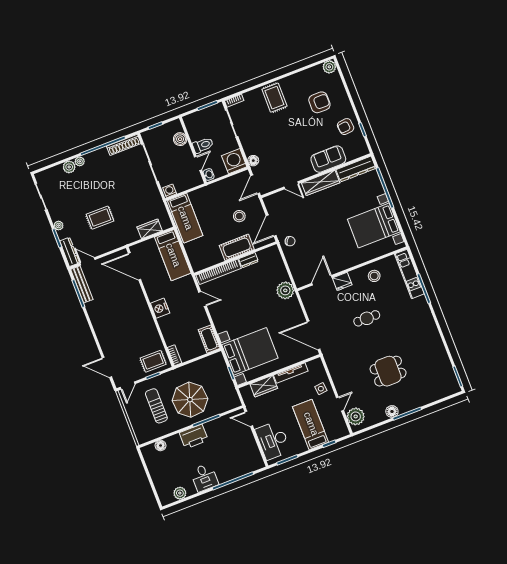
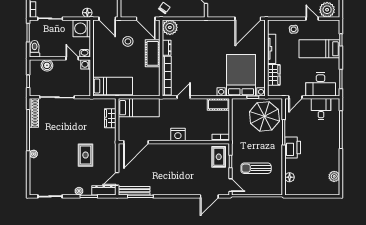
toilet: (203, 145) -> (35, 49), moved
plant: (69, 167) -> (35, 164), removed
washing machine: (170, 191) -> (86, 64), moved
plant: (285, 290) -> (170, 27), moved
parasol: (190, 400) -> (264, 116), moved
desk: (204, 477) -> (321, 109), moved, turned -90

